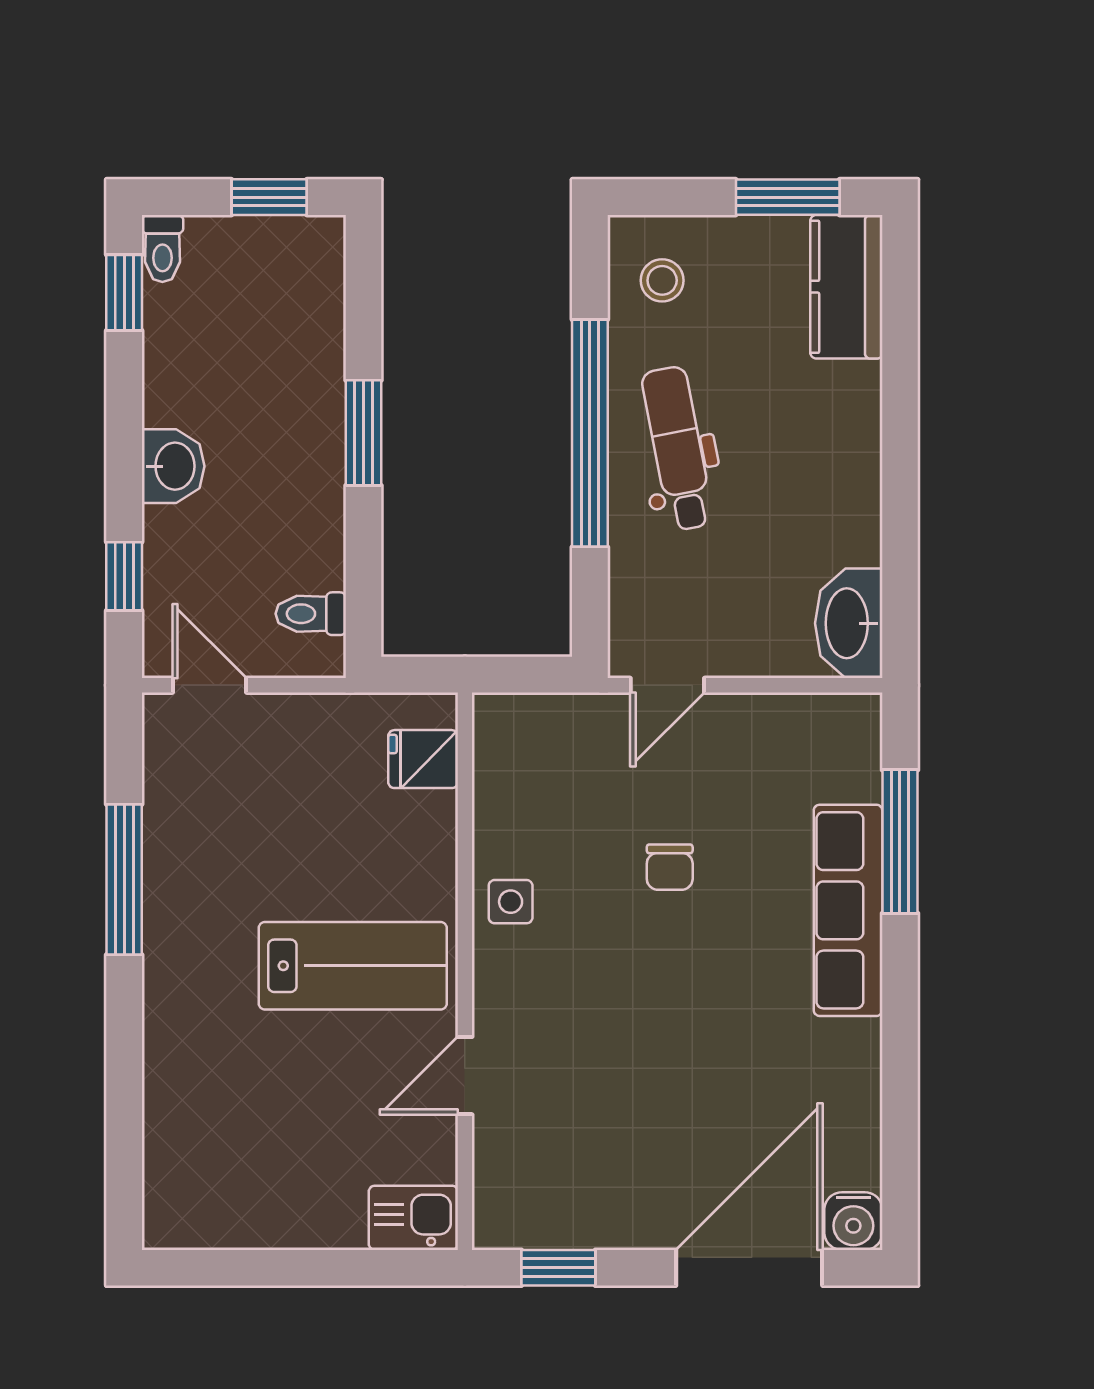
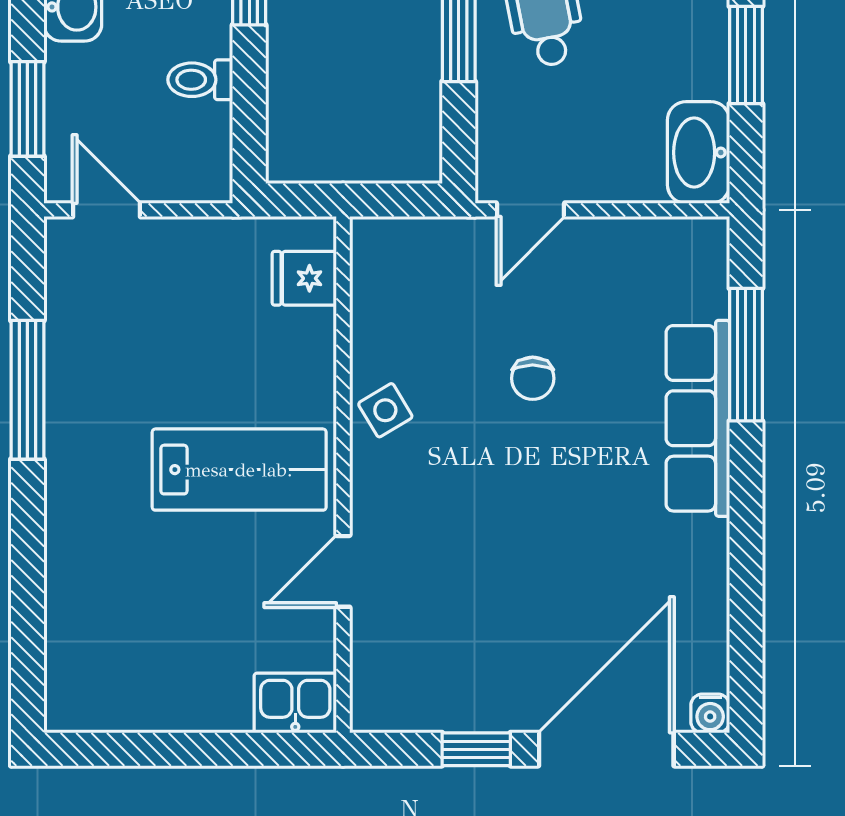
window: (900, 518) -> (746, 55), added
window: (124, 576) -> (27, 109), width x1.50
toilet: (311, 614) -> (200, 80), moved
side table: (511, 902) -> (385, 410), turned -31
water cooler: (853, 1221) -> (710, 713), width x0.72, depth x0.72
window: (558, 1268) -> (476, 749), moved

